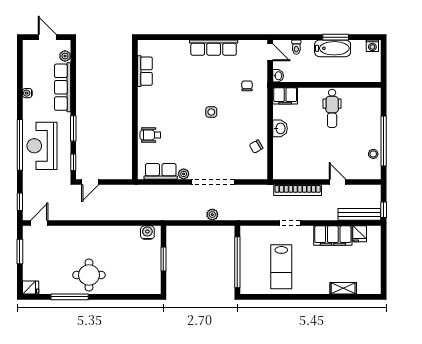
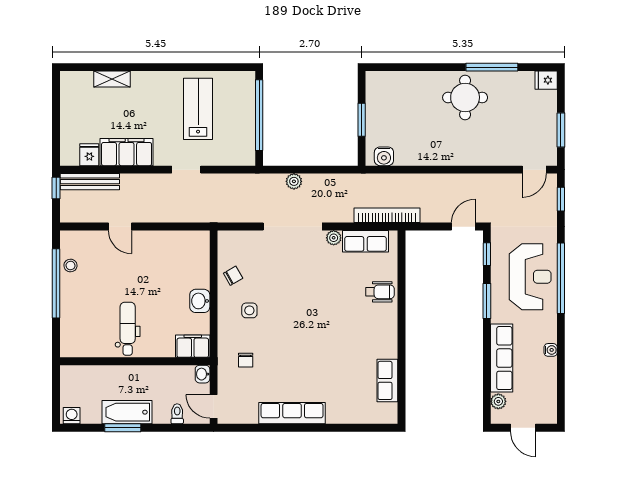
side table: (211, 112) -> (249, 310), moved
bookcase: (298, 190) -> (387, 215), moved

